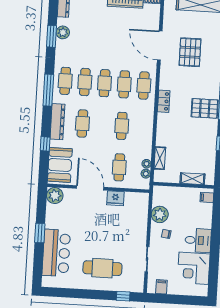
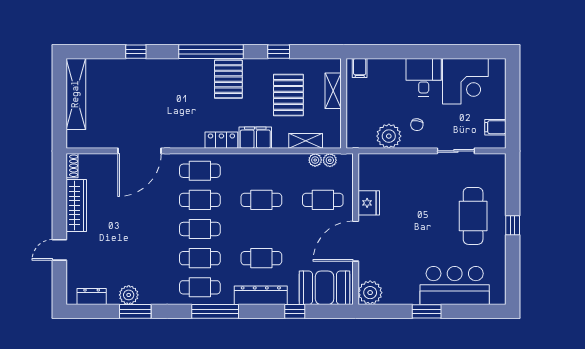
pallet: (190, 52) -> (288, 95), moved, turned 90
filing cabinet: (164, 124) -> (255, 138), added
window: (123, 296) -> (513, 225), moved

